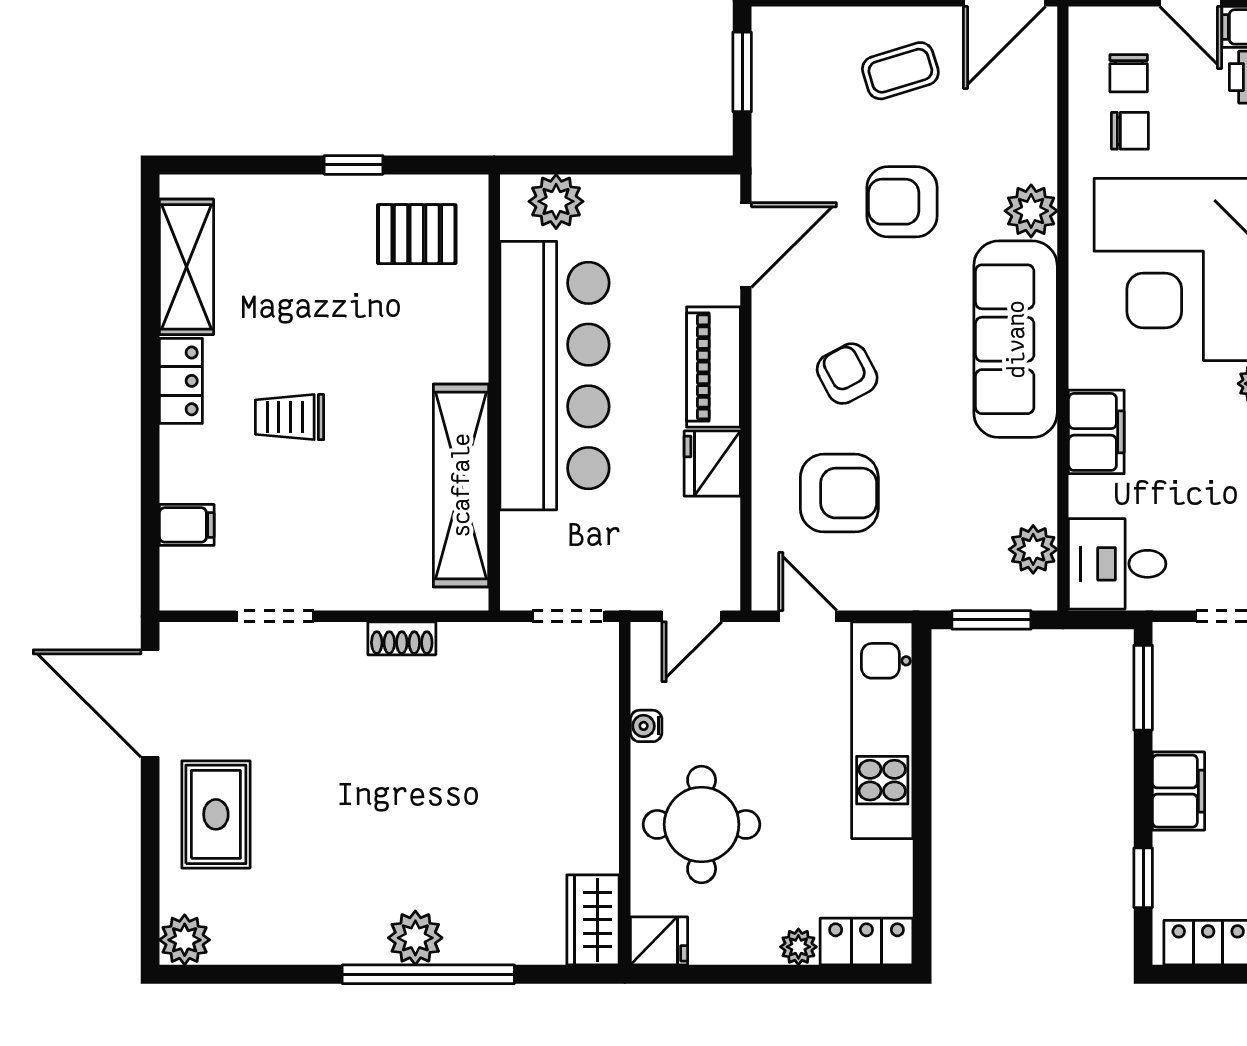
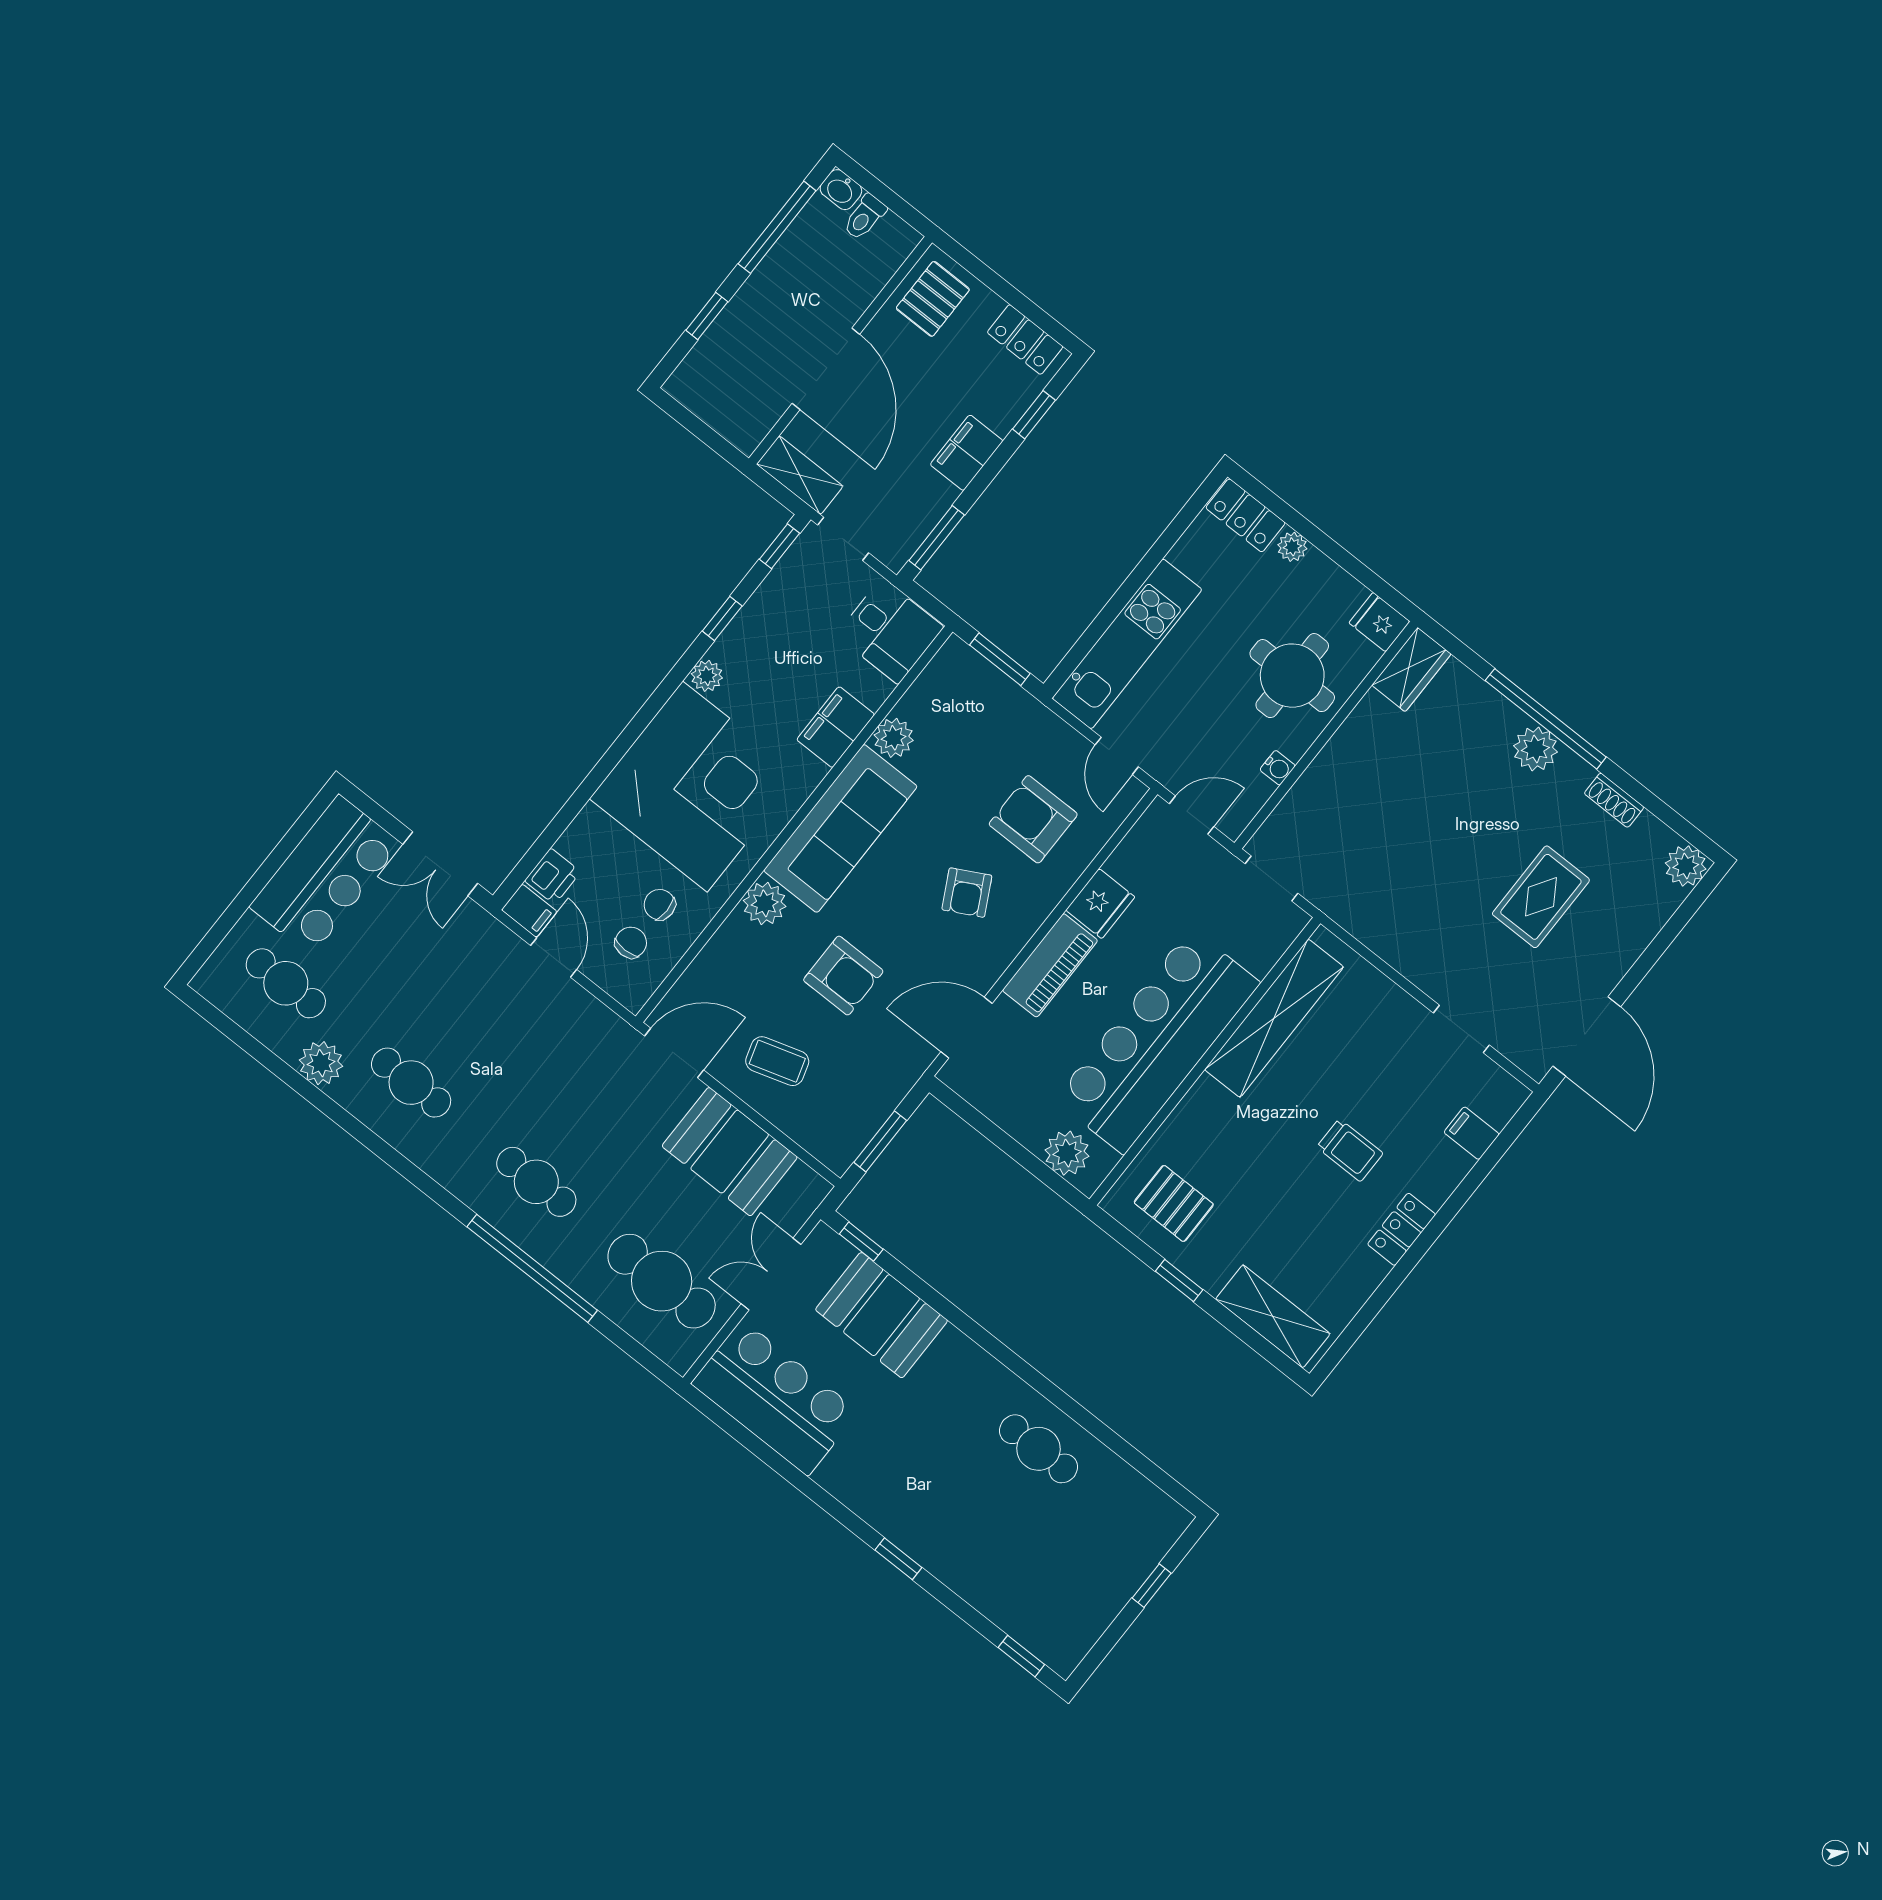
shelving: (187, 267) -> (1273, 1316), moved, turned 90
plant: (1033, 549) -> (894, 738), moved
shoe rack: (402, 638) -> (1614, 800), moved, turned 180
rug: (216, 814) -> (1541, 897), moved

